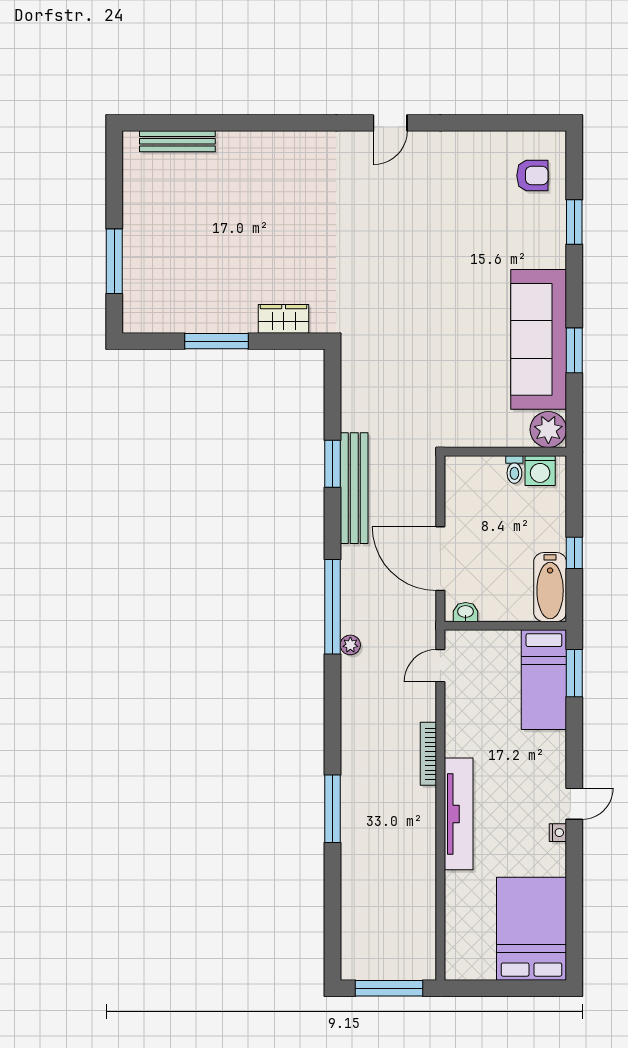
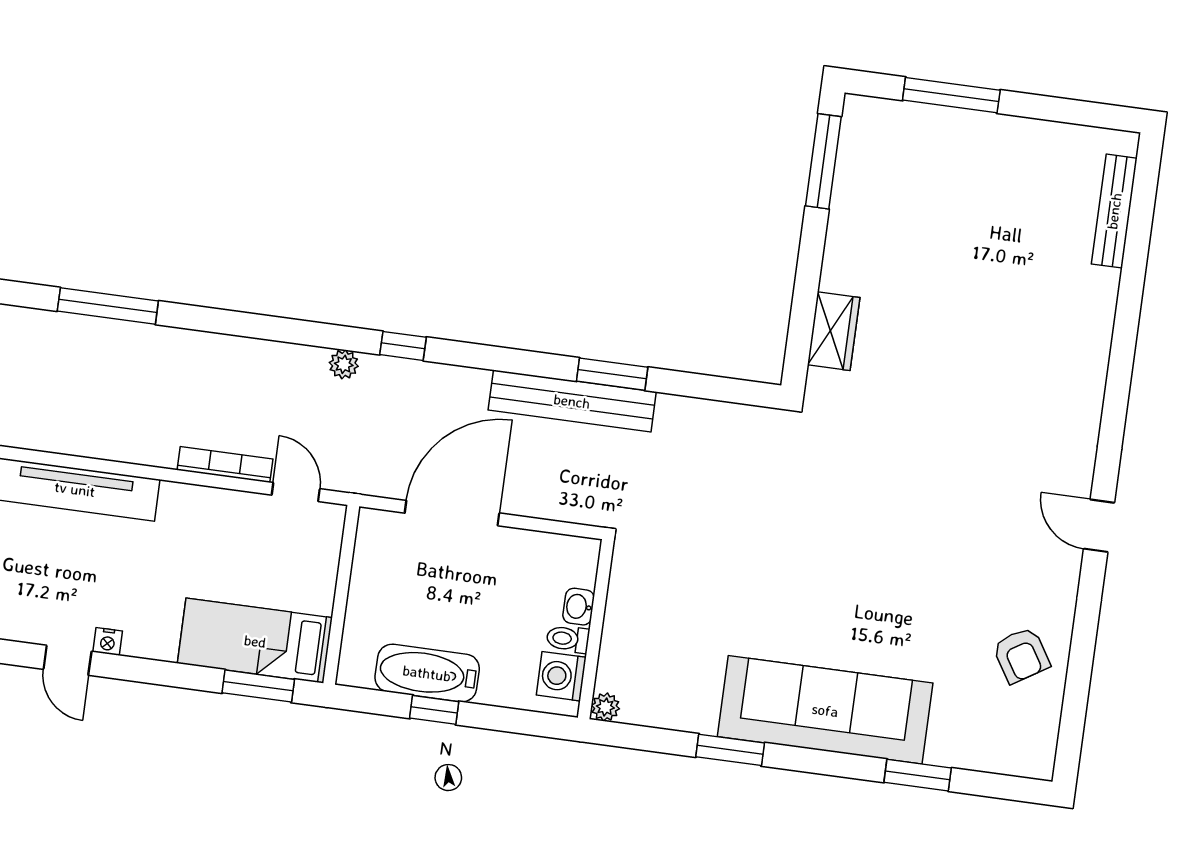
armchair: (532, 176) -> (1021, 655), moved, turned -32
sofa: (539, 339) -> (825, 710), moved
window: (217, 341) -> (823, 161), moved
plant: (548, 430) -> (605, 707), width x0.53, depth x0.53
bathtub: (550, 587) -> (427, 673), moved
window: (333, 607) -> (403, 346), width x0.32
washbasin: (466, 612) -> (578, 607), moved, turned 180
bookcase: (428, 754) -> (225, 465), moved
nightstand: (558, 833) -> (108, 641), moved

